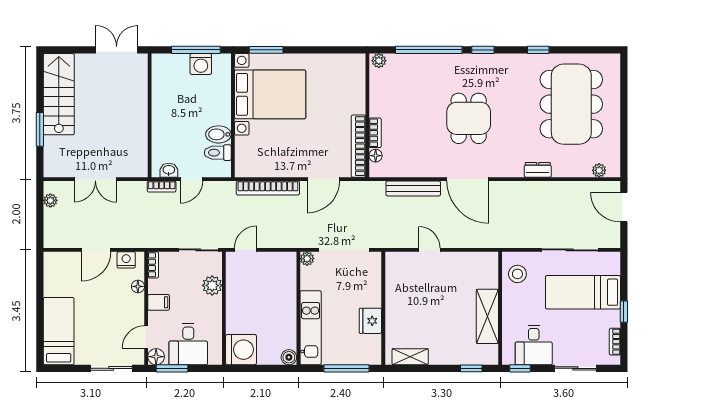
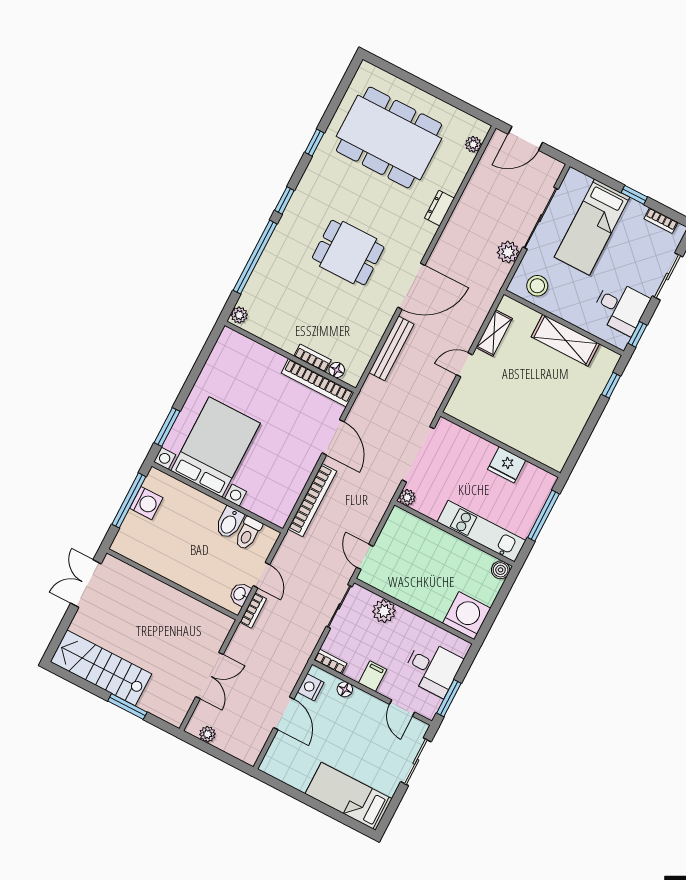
plant: (531, 239) -> (508, 252), added
floor lamp: (156, 357) -> (428, 708), removed
shelving: (410, 357) -> (494, 333), moved

